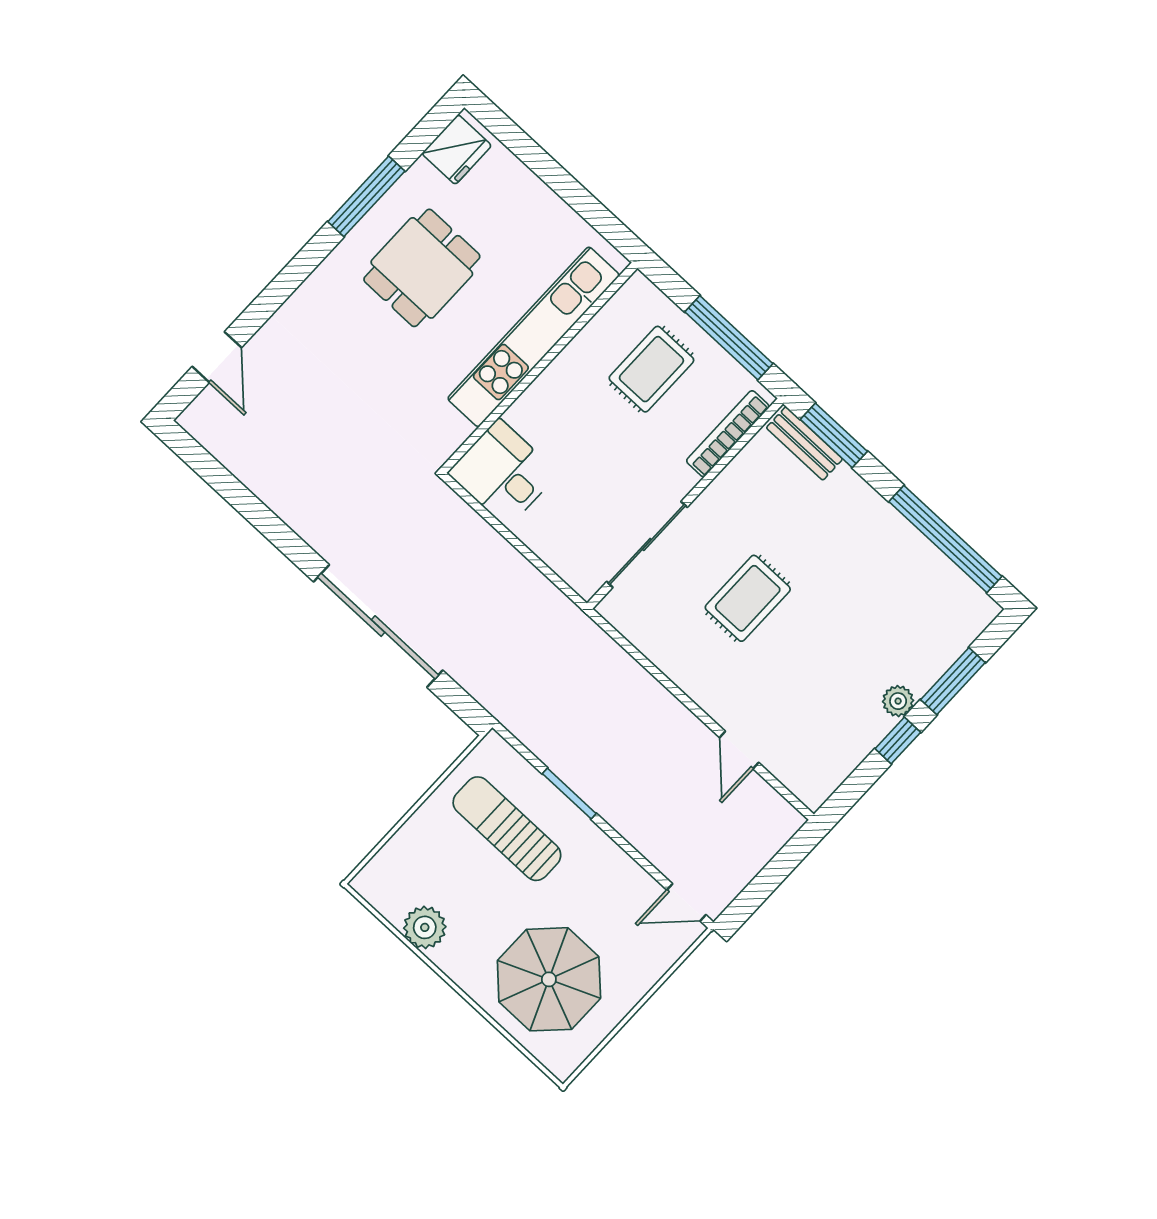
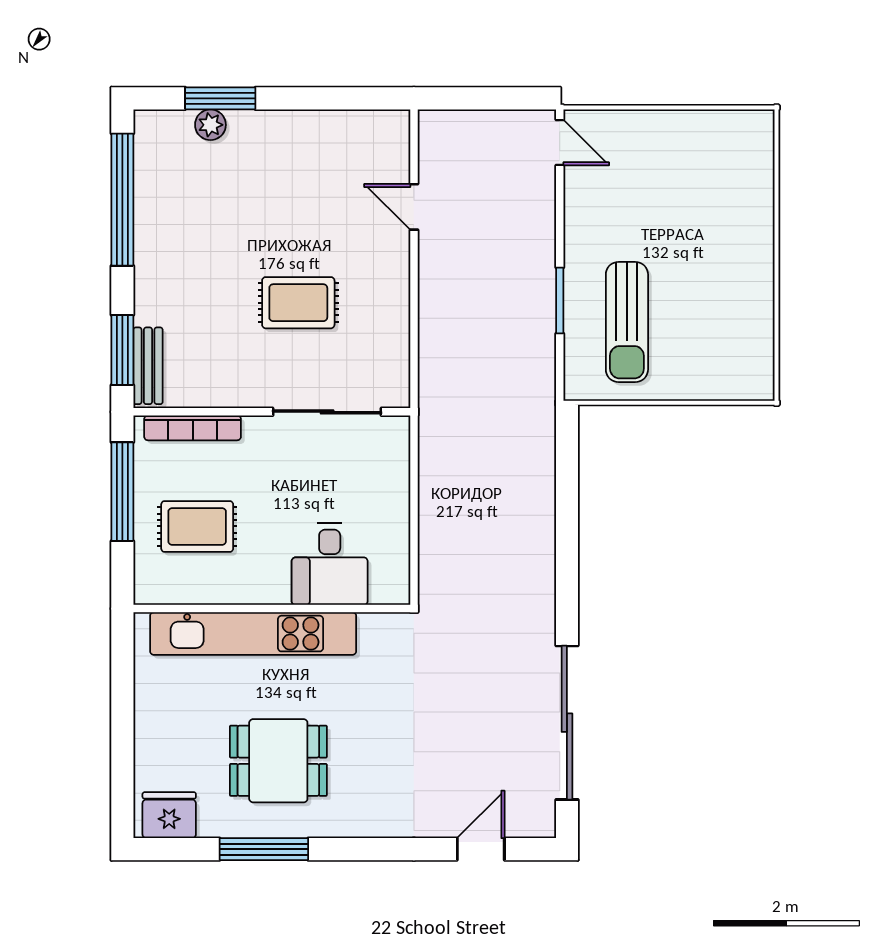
desk: (503, 473) -> (330, 564), moved
sliding door: (378, 626) -> (567, 723), moved
plant: (898, 701) -> (210, 125), moved
window: (898, 740) -> (300, 98), removed
door: (739, 750) -> (414, 207), swing flipped
plant: (425, 927) -> (754, 315), removed
parasol: (549, 979) -> (708, 190), removed

